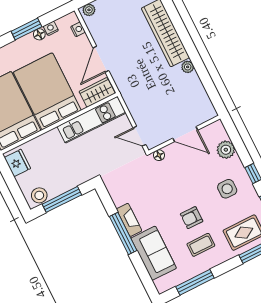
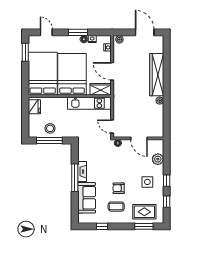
door: (101, 59) -> (112, 71), hinge flipped
stool: (39, 195) -> (50, 128), moved
window: (195, 282) -> (102, 226), width x0.46

